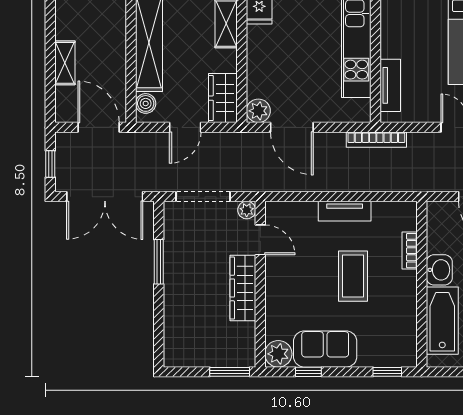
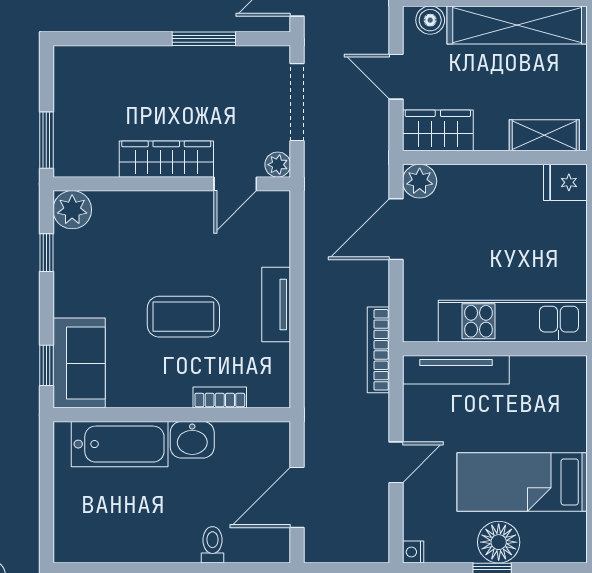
tv unit: (390, 85) -> (456, 370), width x1.41
sofa: (325, 349) -> (79, 363), moved

